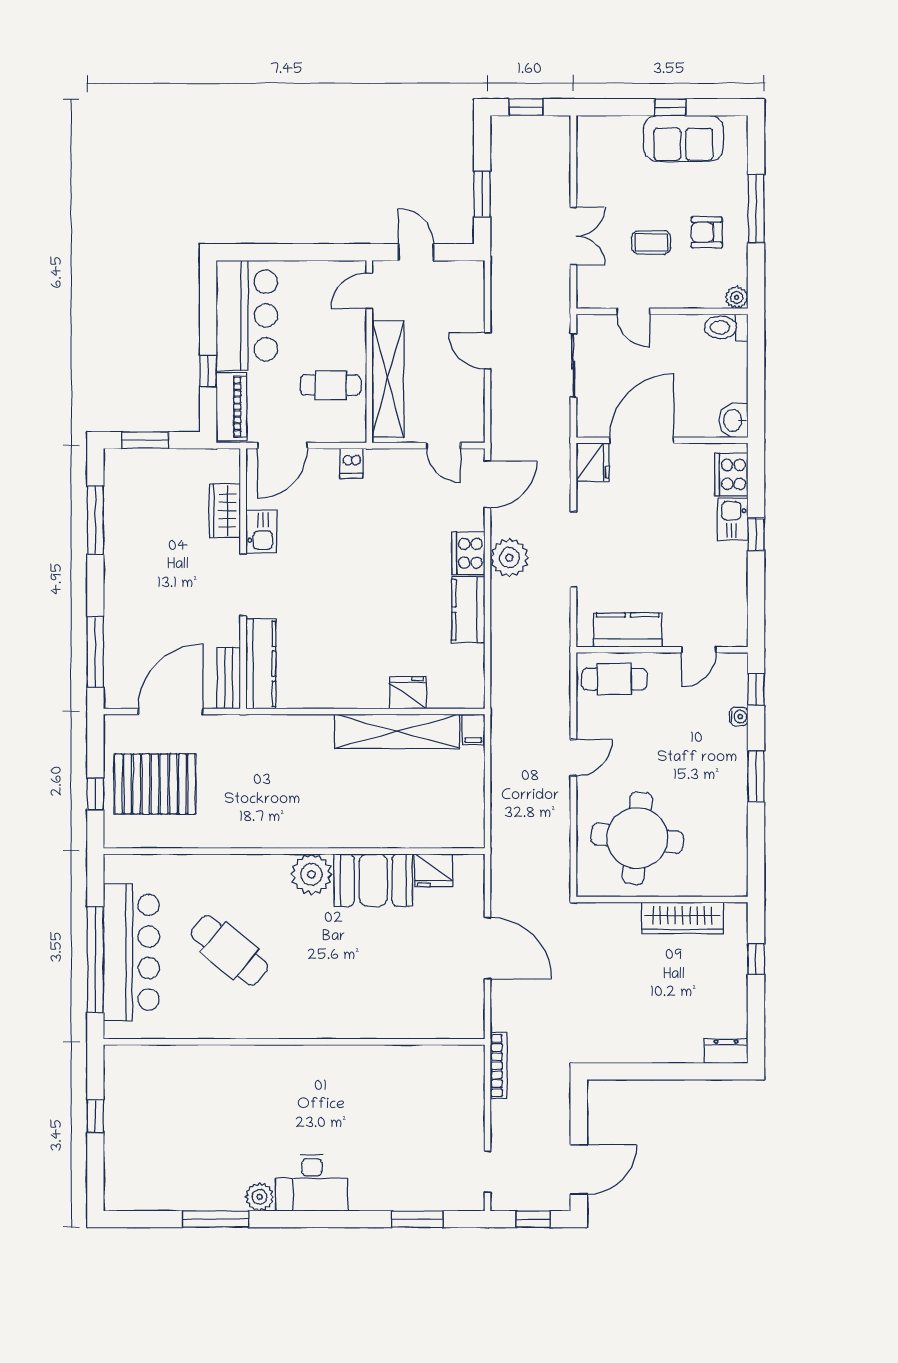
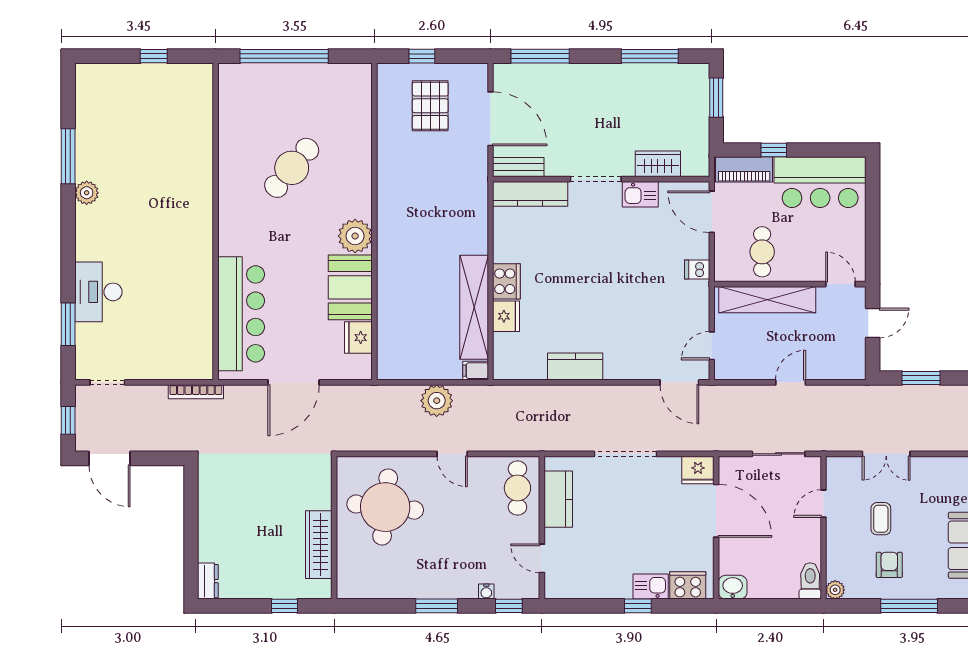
cooker: (468, 553) -> (506, 281), moved, turned 90
plant: (509, 558) -> (437, 401), moved
pallet: (155, 784) -> (430, 106), width x0.73, depth x0.71
bar counter: (131, 952) -> (241, 314), moved, turned -90
desk: (312, 1183) -> (98, 292), moved

